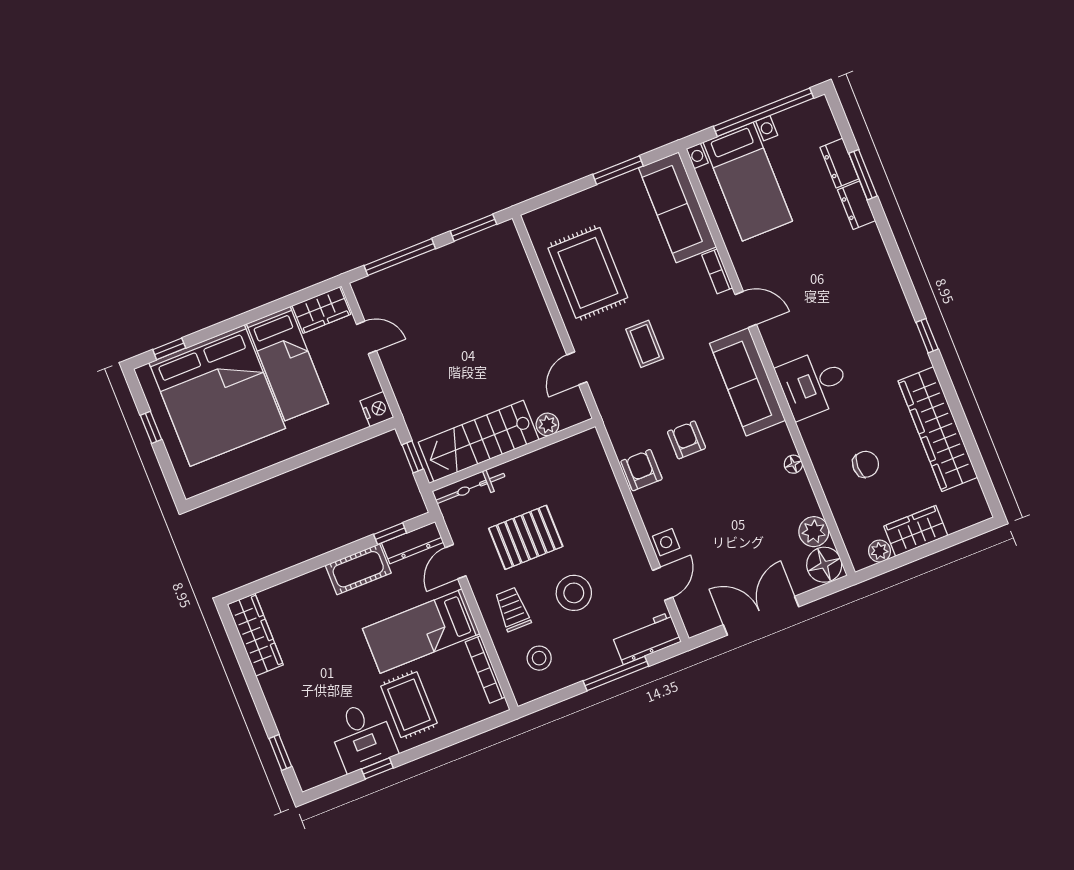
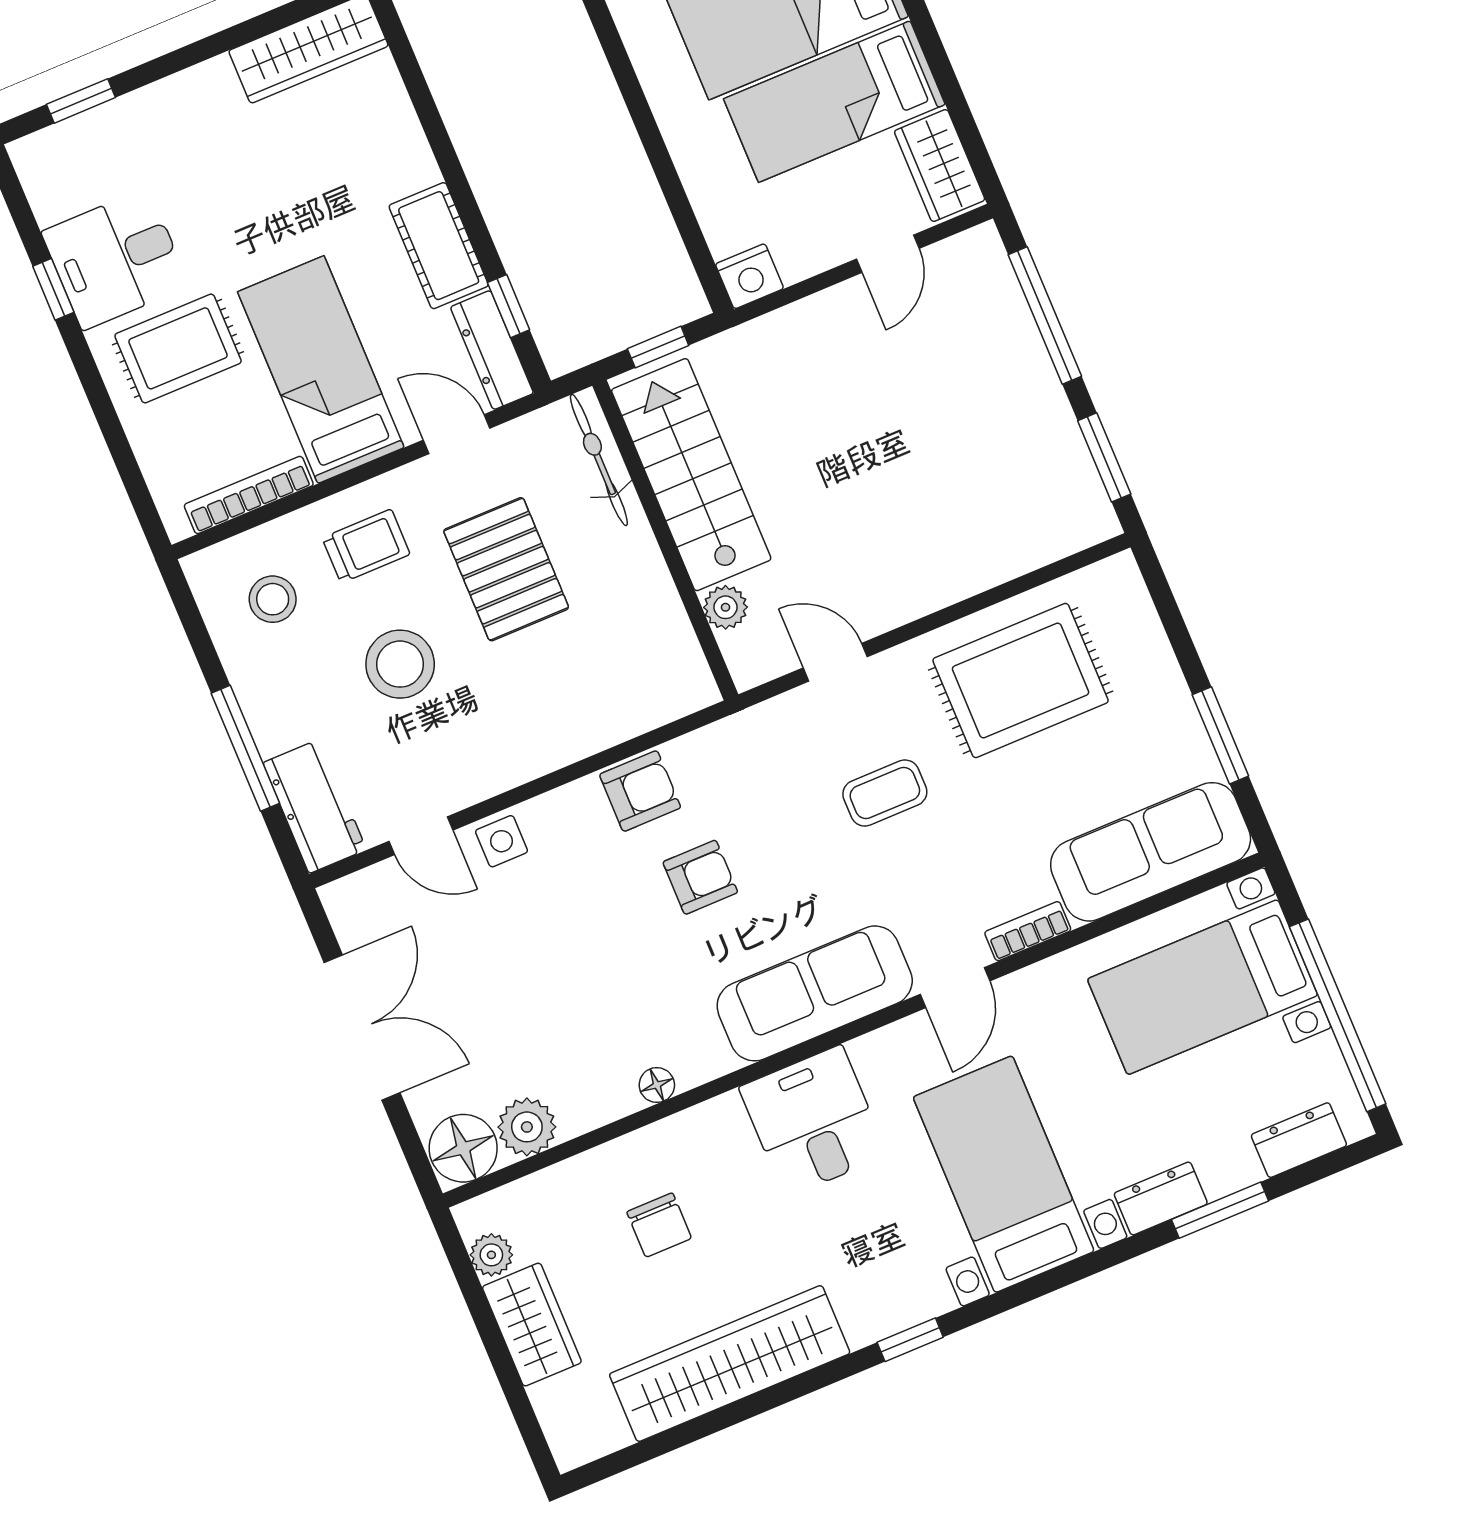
dresser: (839, 163) -> (1299, 1140), moved
bed with nightstands: (842, 286) -> (1004, 1174), added

